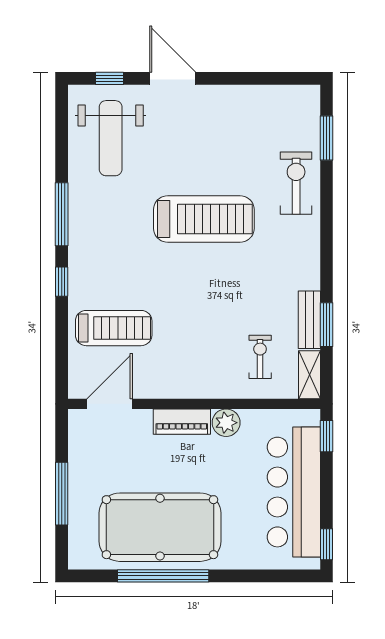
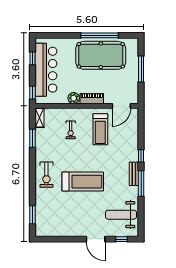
weight bench: (111, 138) -> (121, 215), turned -90
exercise bike: (296, 183) -> (46, 175), moved
treadmill: (204, 219) -> (83, 182), turned 180
bench: (309, 320) -> (134, 174), moved
treadmill: (114, 328) -> (100, 129), moved, turned -90
exercise bike: (260, 357) -> (71, 130), moved
window: (327, 544) -> (33, 58), moved

